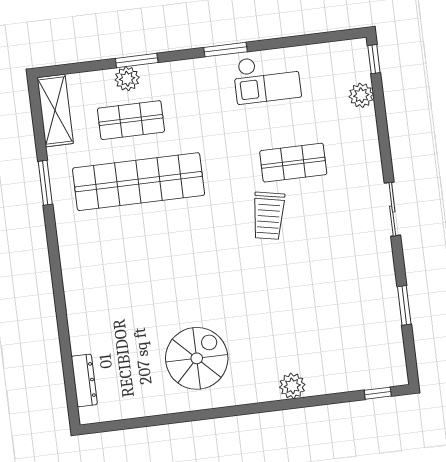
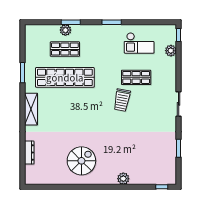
checkout: (267, 79) -> (139, 43), moved
shelving: (55, 110) -> (31, 109), moved
dresser: (84, 380) -> (29, 152), moved

